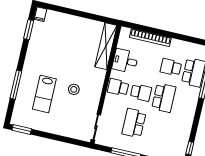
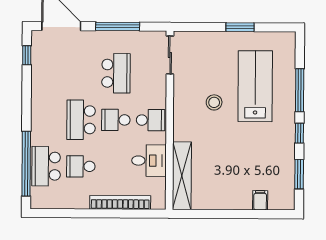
filing cabinet: (41, 14) -> (260, 200), moved
window: (22, 57) -> (299, 133), added
school desk: (171, 67) -> (81, 166), turned 180
lab bench: (44, 94) -> (255, 86), width x1.36, depth x1.39
window: (22, 130) -> (240, 27), moved

